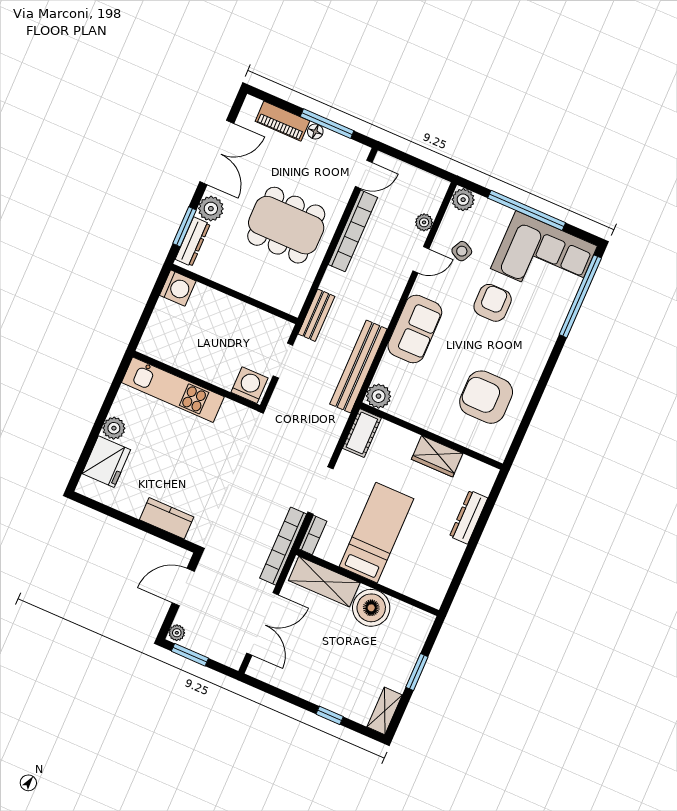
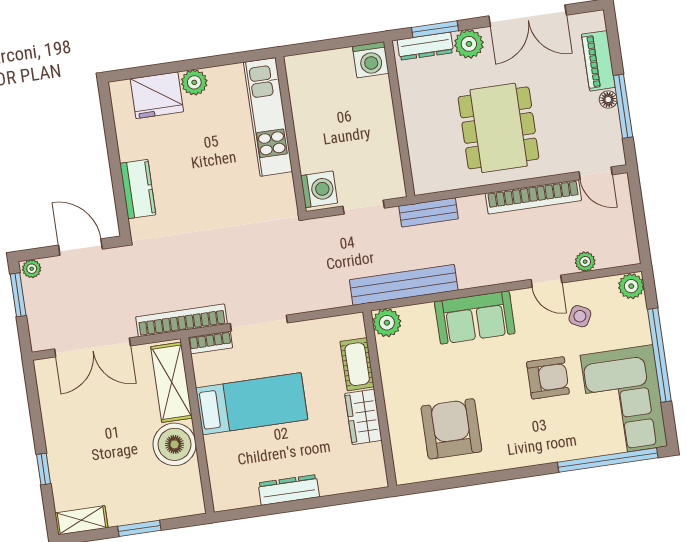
cot: (362, 433) -> (357, 364), moved, turned 90
dresser: (469, 517) -> (289, 490), moved

